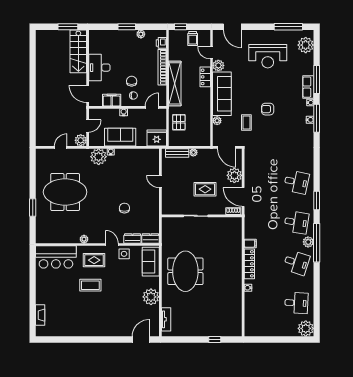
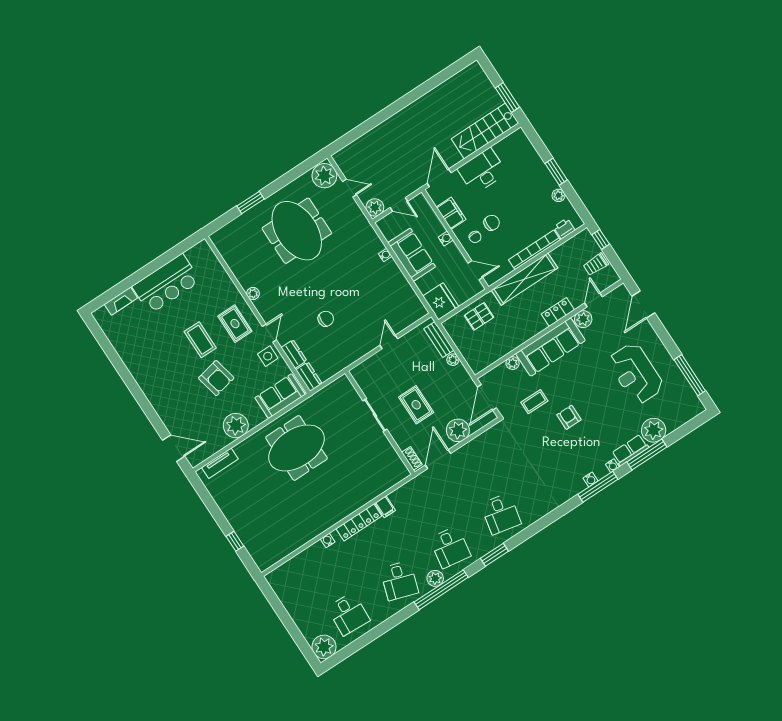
plant: (306, 45) -> (654, 430), moved
plant: (99, 157) -> (324, 176), moved
bar counter: (56, 257) -> (166, 284), moved, turned -90
armchair: (117, 290) -> (216, 378), added

